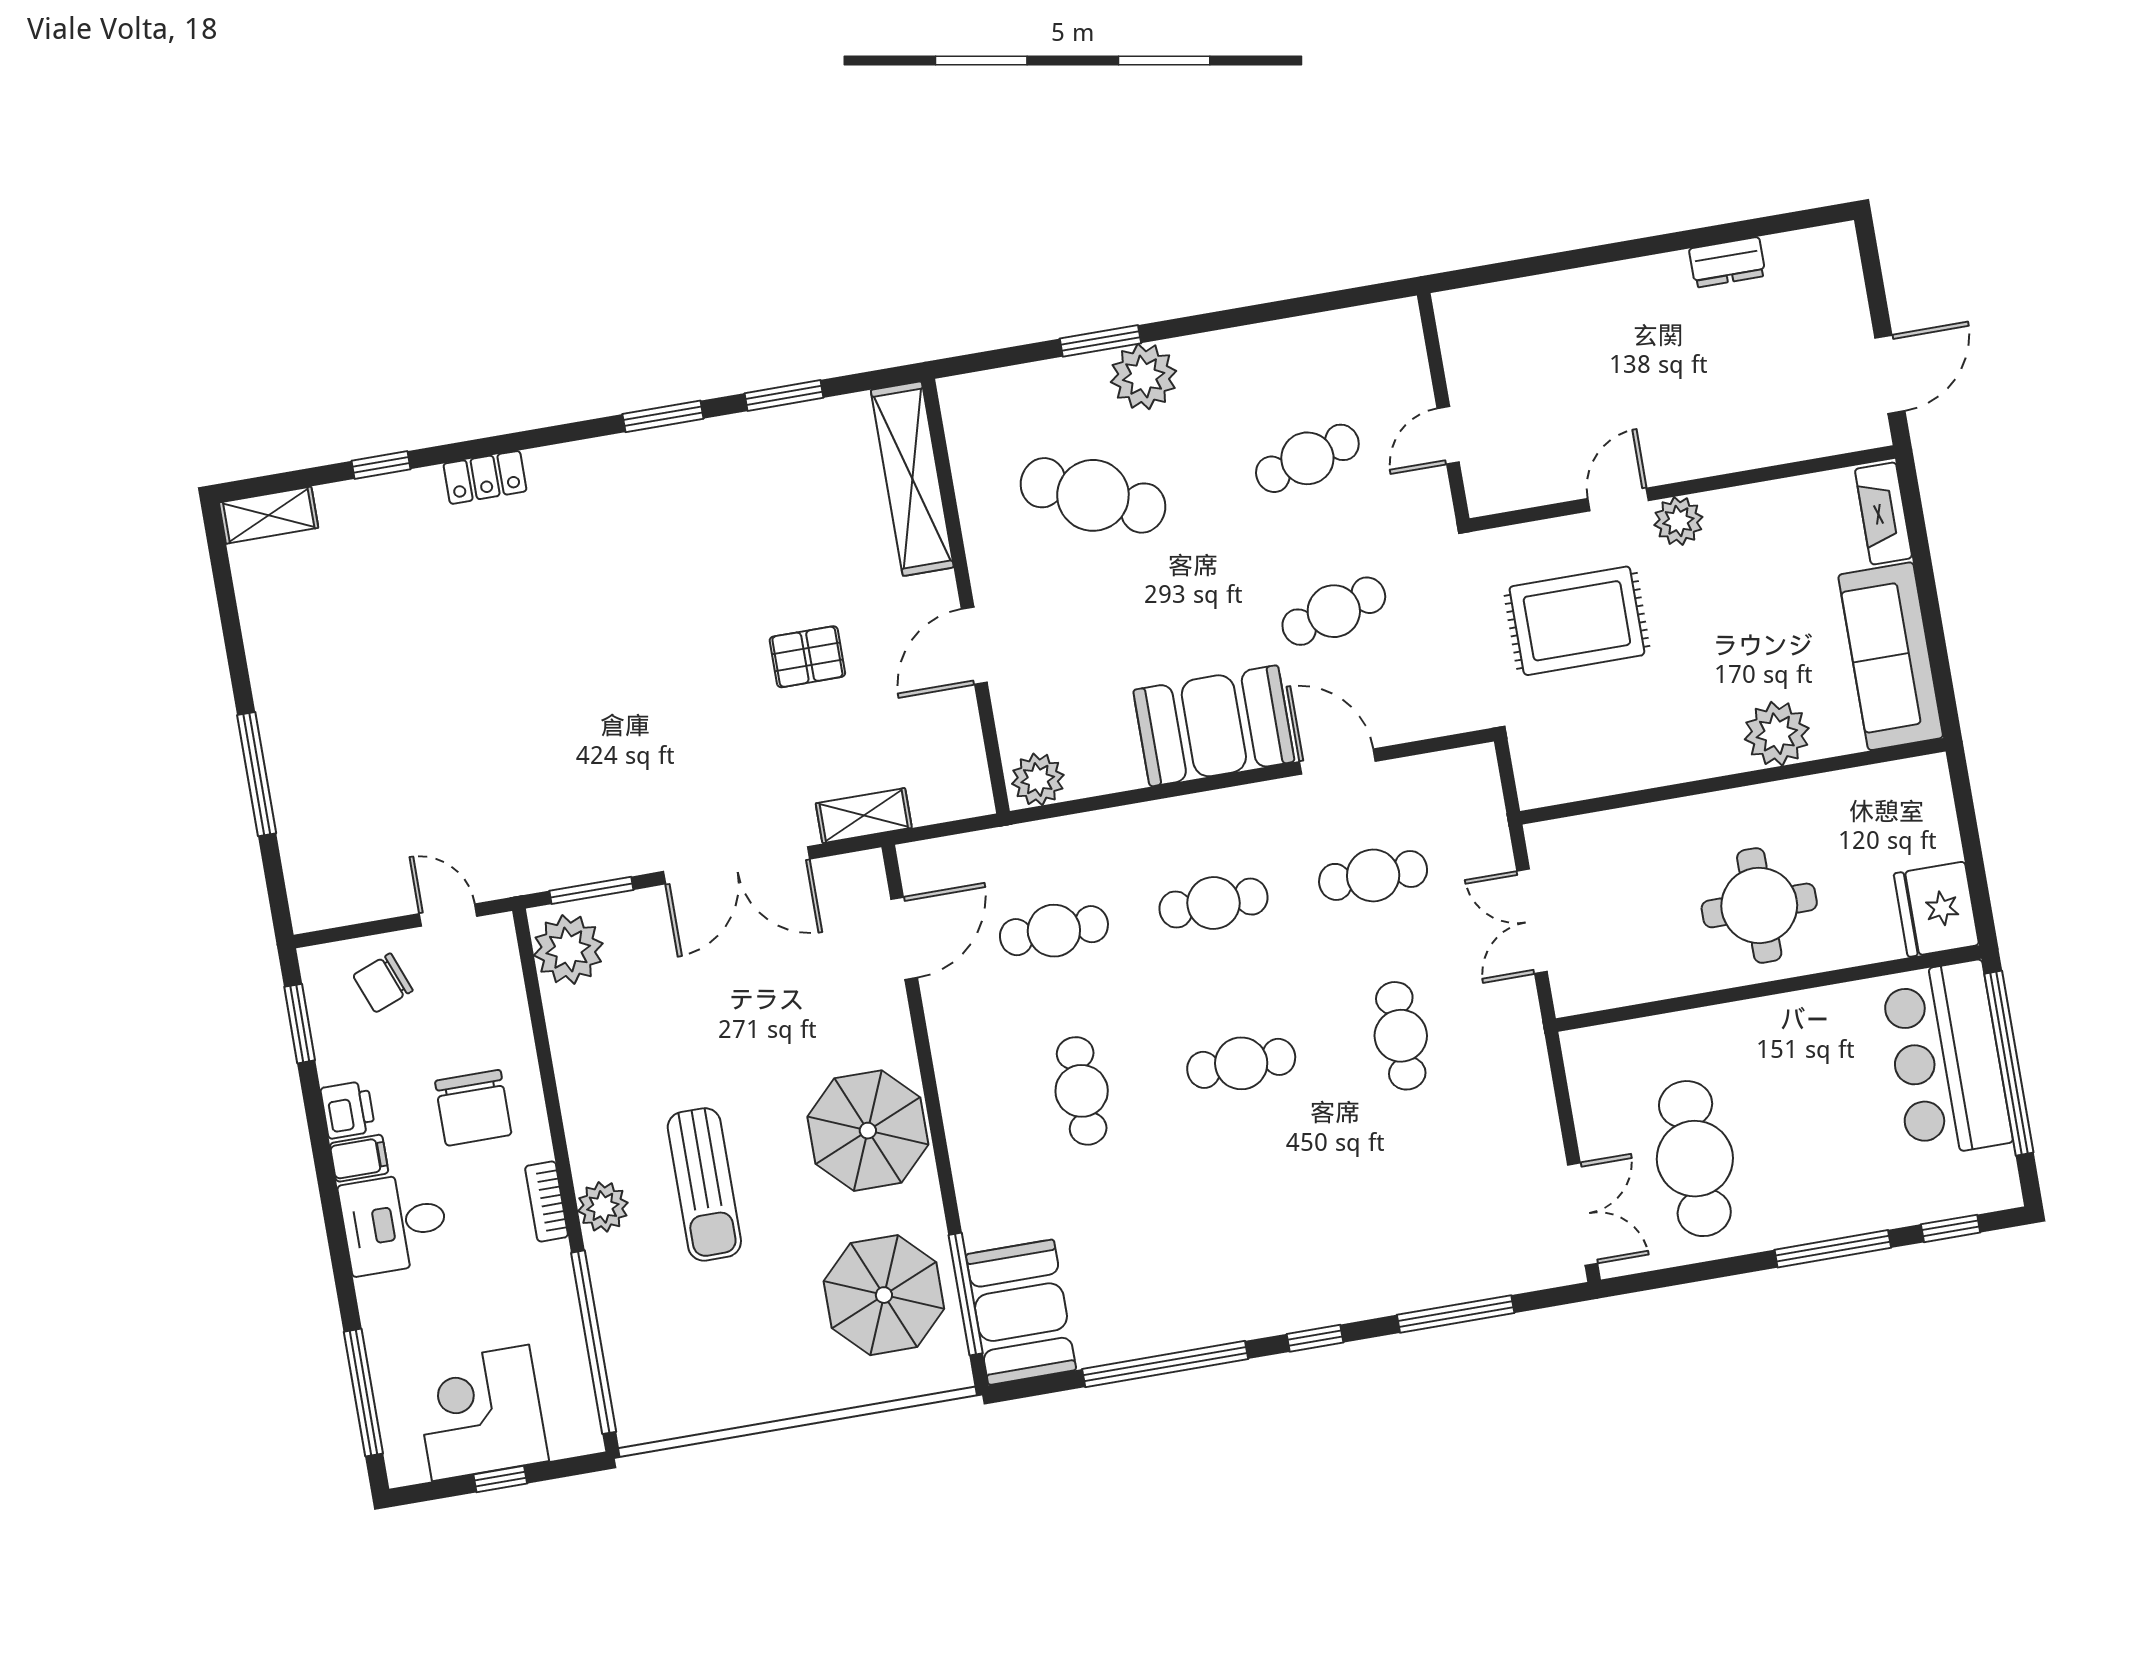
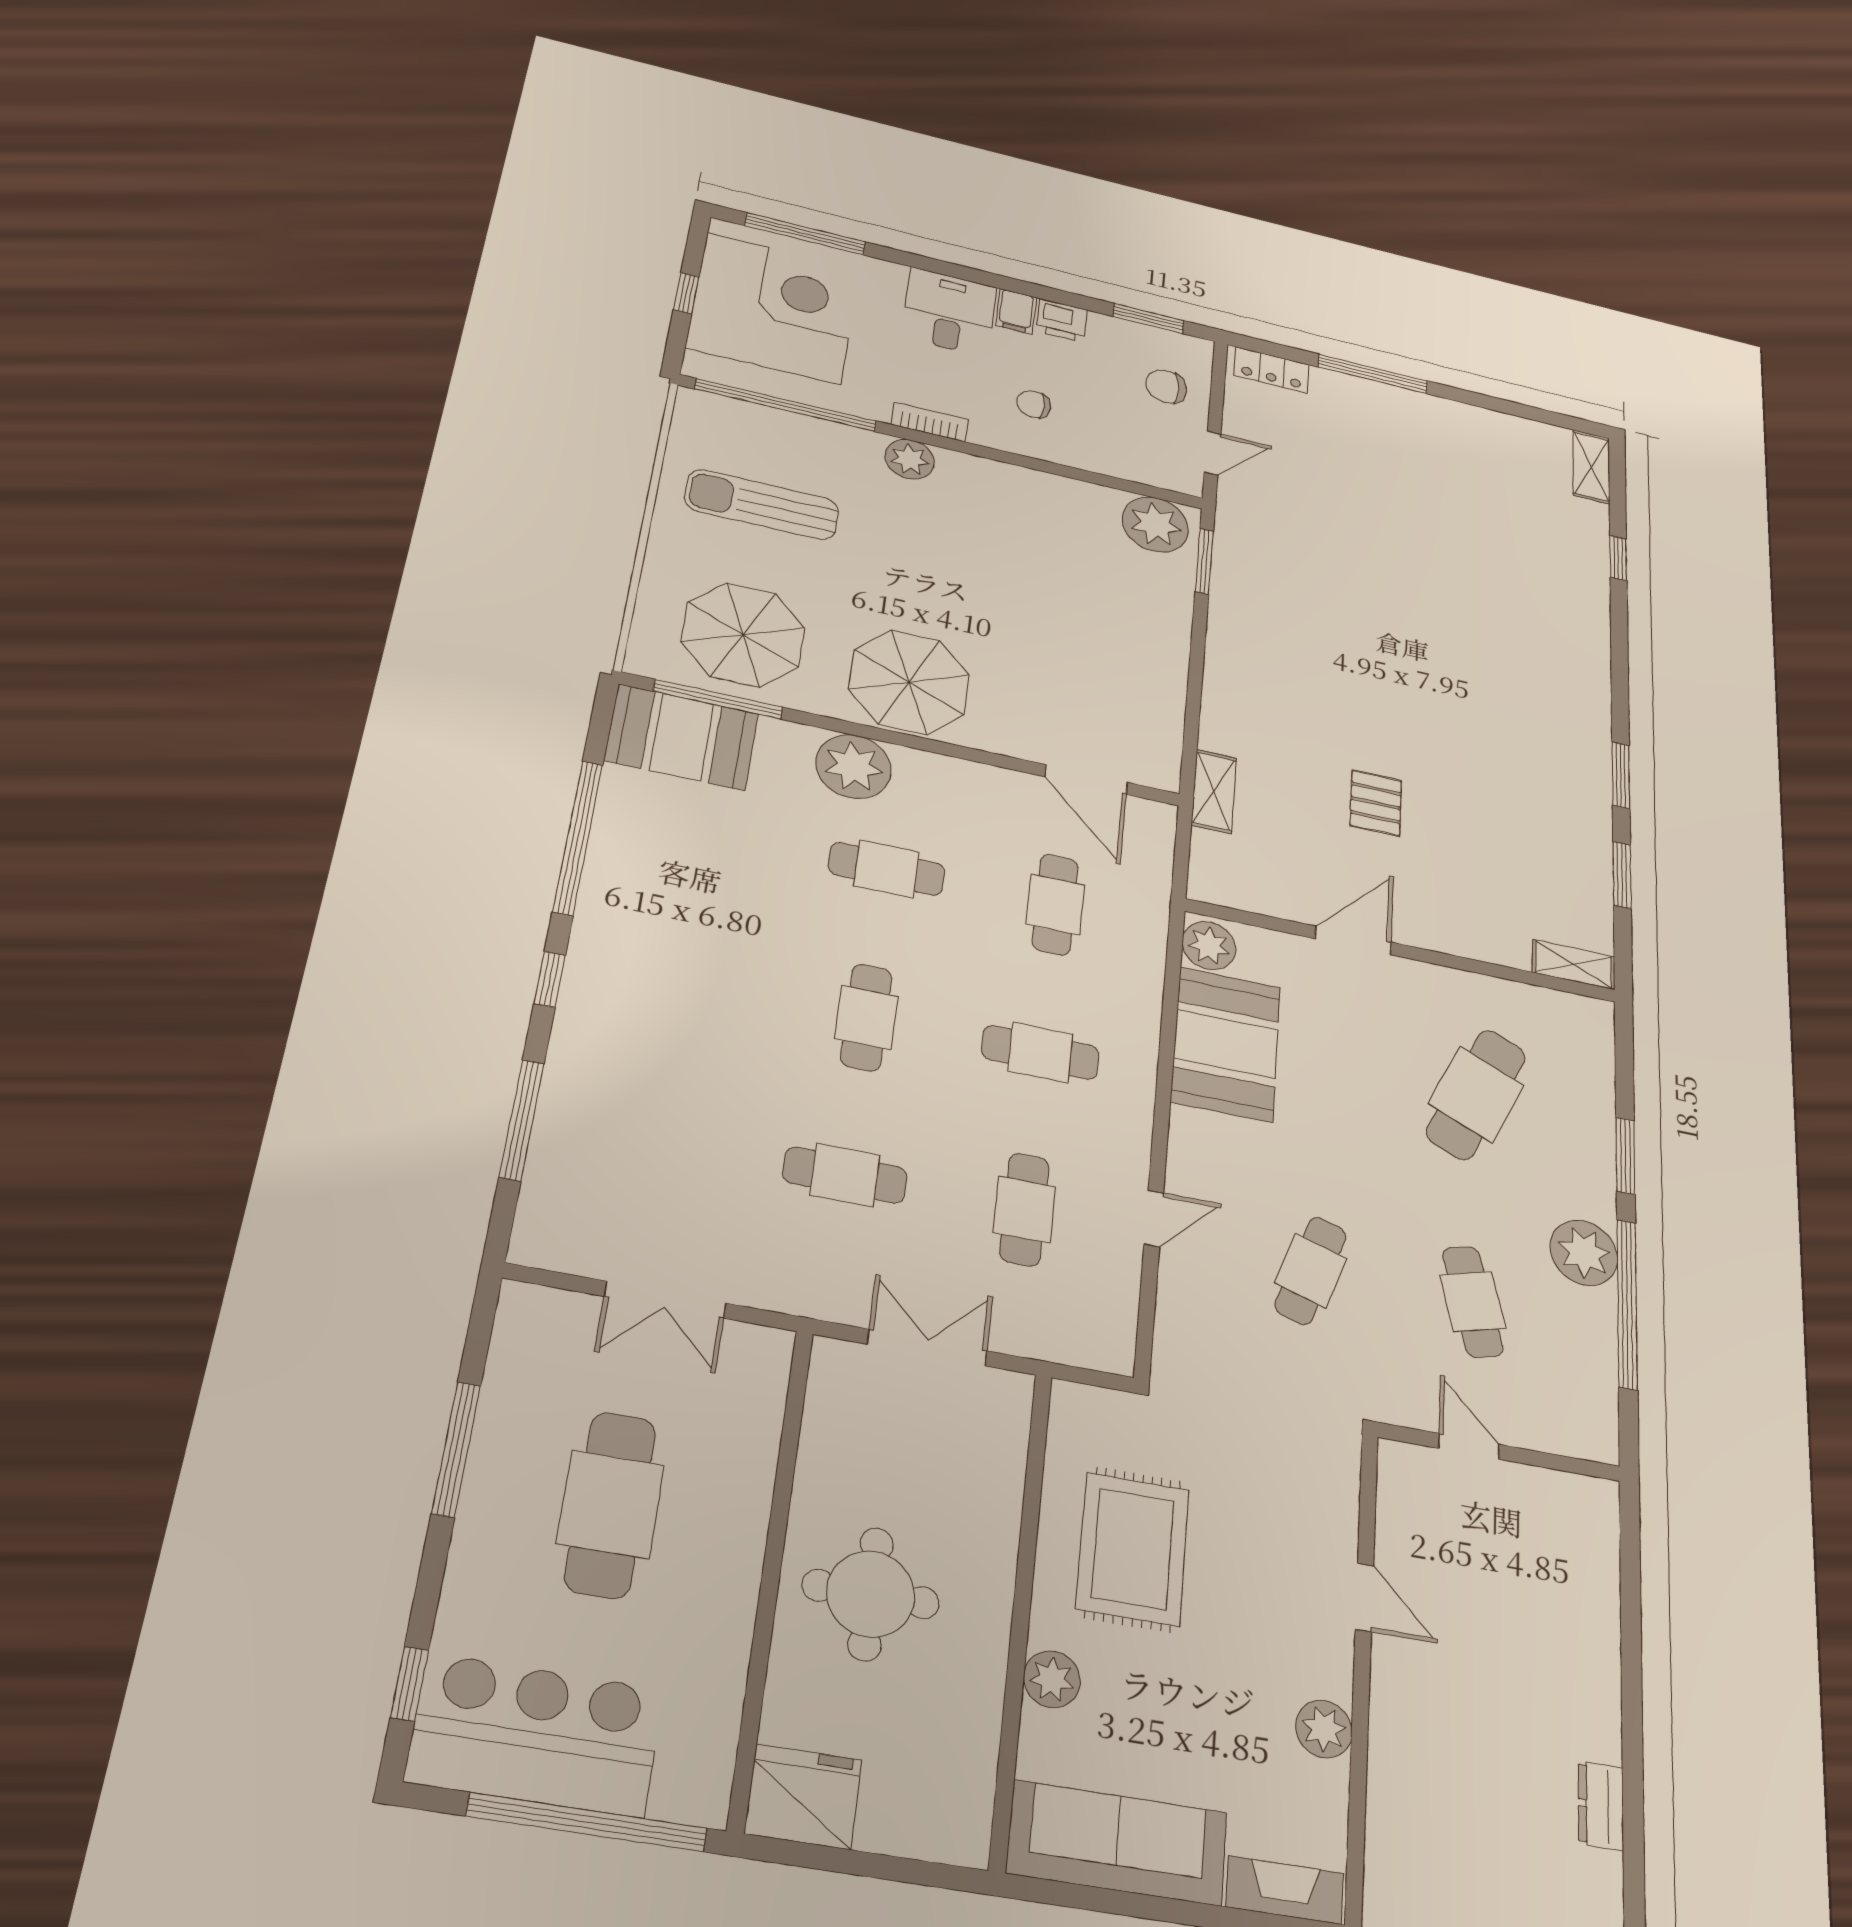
window: (1254, 314) -> (1627, 1304), added
plant: (1144, 377) -> (1584, 1253), moved
locker: (485, 477) -> (1272, 370), moved, turned -90
shelving: (912, 479) -> (1574, 965), width x0.45, depth x0.75
plant: (1678, 521) -> (1324, 1729), moved
cafe table: (1334, 611) -> (1311, 1271), turned 33
rug: (1577, 621) -> (1133, 1549), moved
door: (974, 646) -> (1353, 940), hinge flipped
booth: (1214, 726) -> (1226, 1044), moved
plant: (1777, 734) -> (1052, 1679), width x0.73, depth x0.73
door: (1337, 761) -> (1154, 1218), width x0.73
double door: (736, 865) -> (1195, 676), removed
cafe table: (1214, 903) -> (1040, 1052), turned 90
chair: (383, 983) -> (1166, 386), turned -71
bar counter: (1946, 1059) -> (535, 1735), moved
chair: (473, 1108) -> (1034, 404), width x0.54, depth x0.54
plant: (985, 1153) -> (853, 767), added
cafe table: (1695, 1159) -> (611, 1504), moved, turned 90
sun lounger: (704, 1184) -> (762, 505), moved
double door: (1583, 1214) -> (665, 1300), moved
window: (1833, 1249) -> (456, 1449), moved
corner desk: (481, 1413) -> (774, 308), width x1.36, depth x1.36

